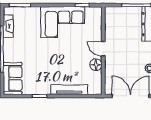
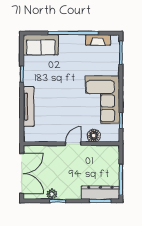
floor lamp: (96, 65) -> (94, 136), moved

